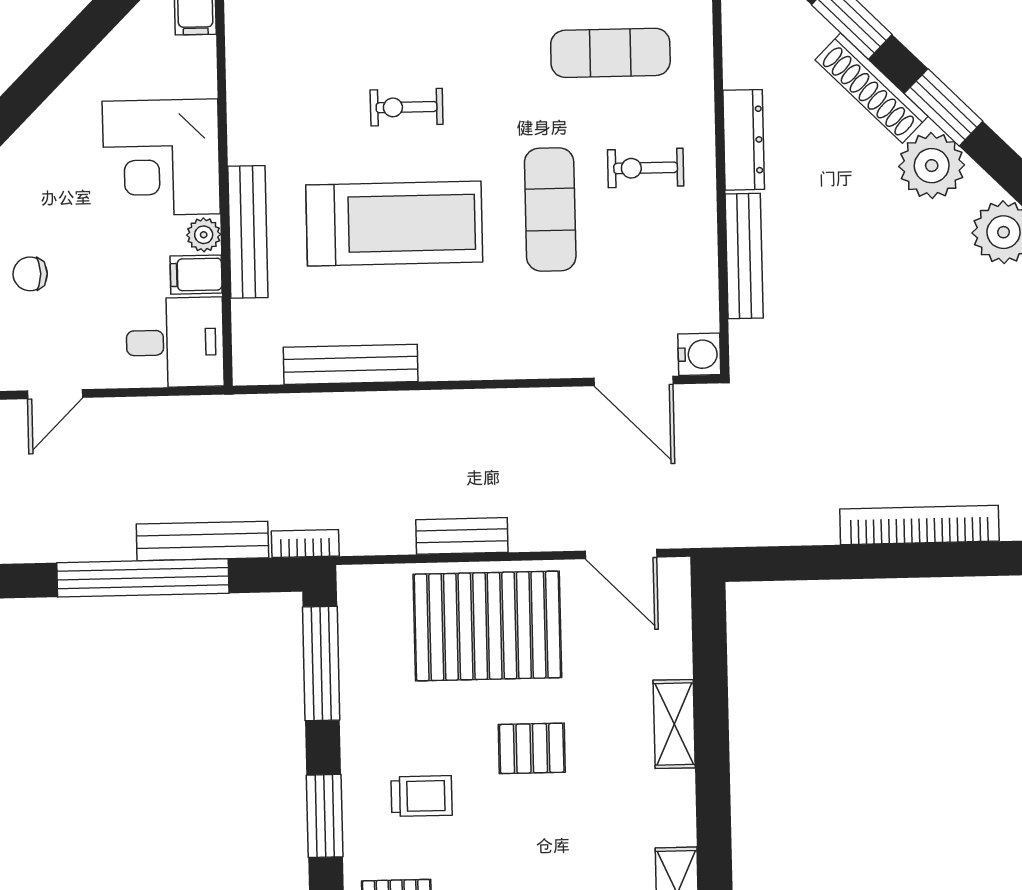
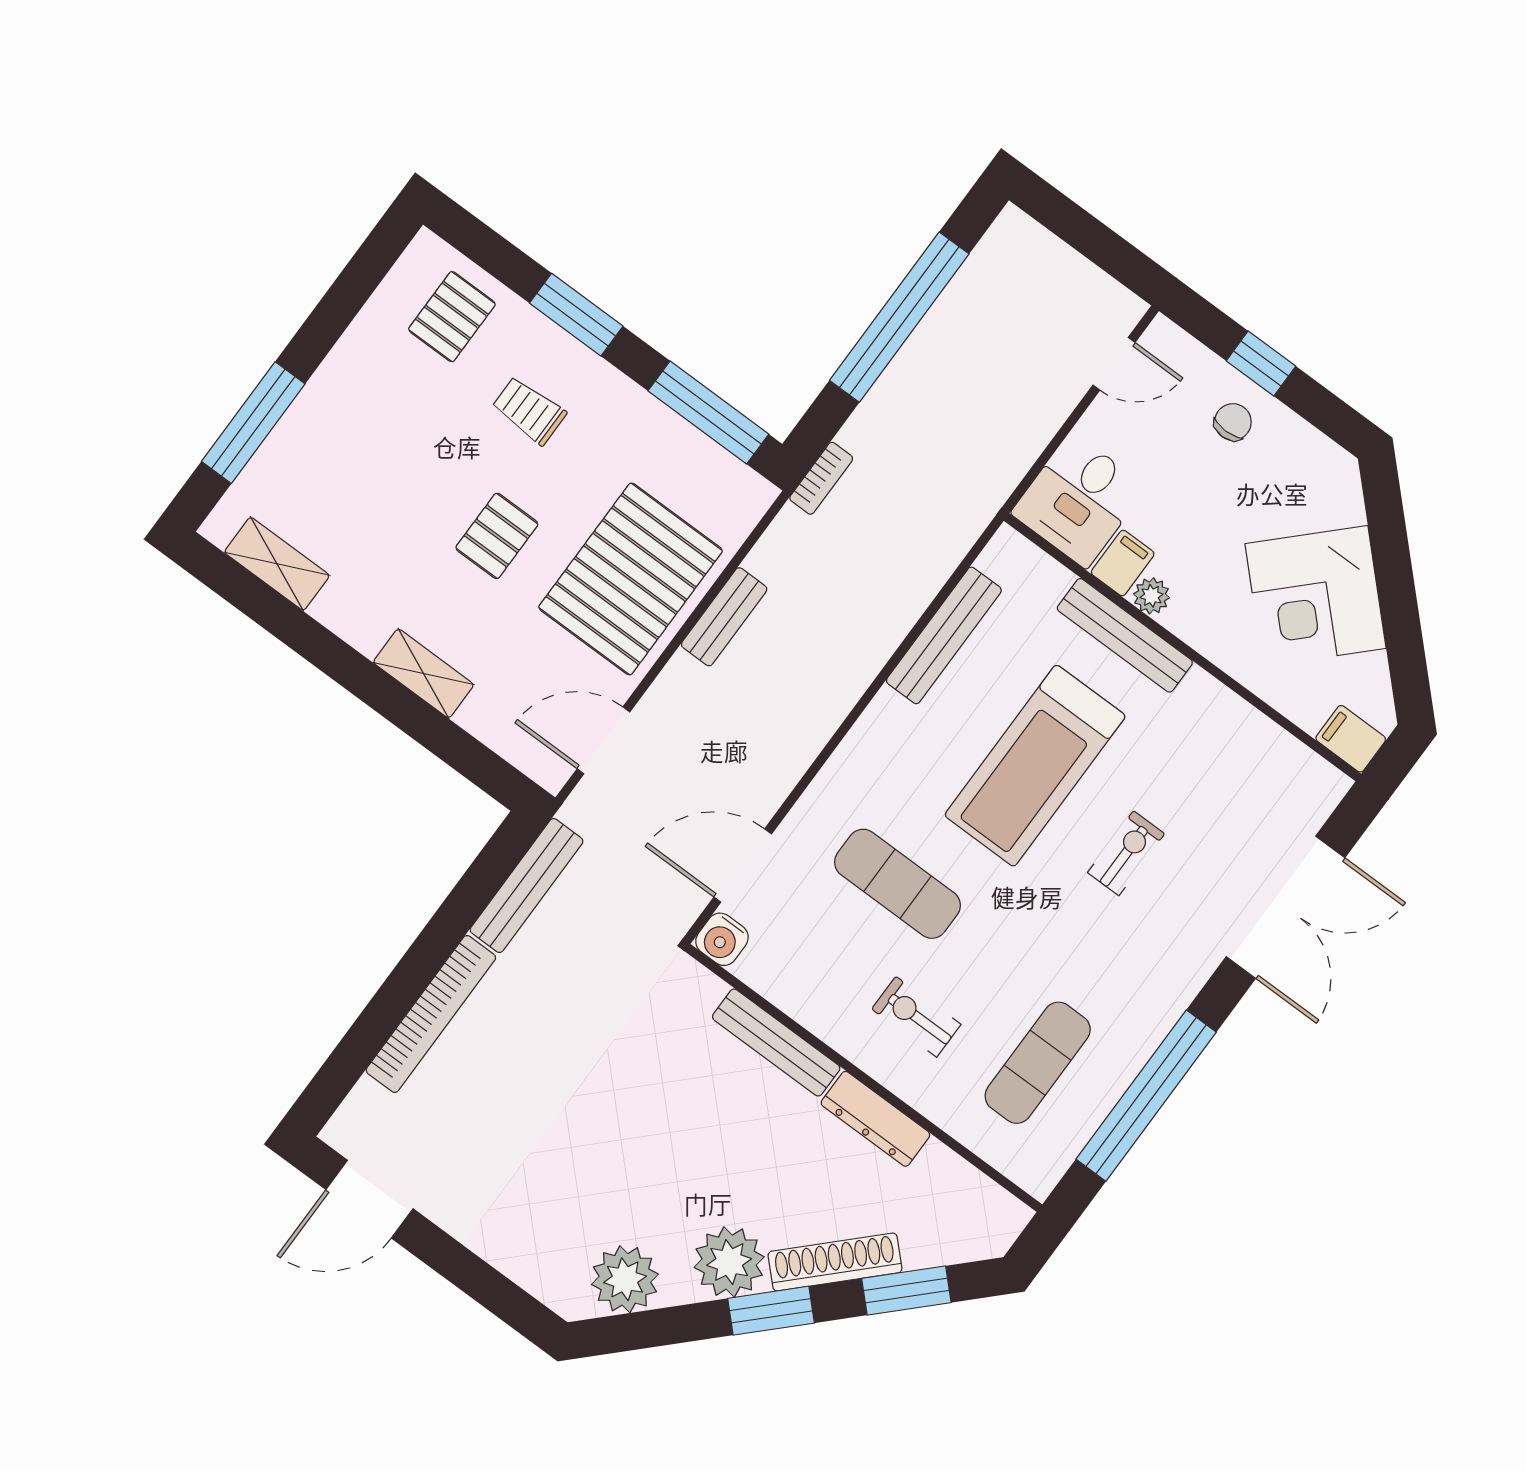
corner desk: (161, 158) -> (1316, 596), moved, turned -135
exercise bike: (646, 168) -> (916, 1017), turned -90
exercise mat: (550, 209) -> (897, 884), moved
door: (55, 394) -> (1114, 364), swing flipped
bench: (202, 541) -> (527, 886), moved
trolley: (422, 796) -> (529, 411), turned 90

